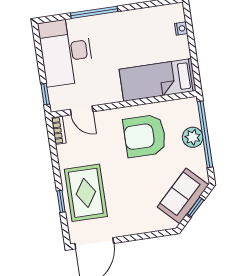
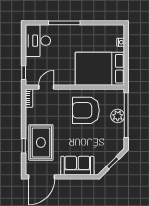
desk: (66, 52) -> (38, 41), width x0.73, depth x0.77
bed: (158, 80) -> (100, 69), width x1.50
door: (82, 110) -> (46, 87), swing flipped
sofa: (183, 196) -> (77, 166), moved, turned 45

